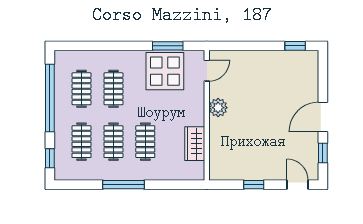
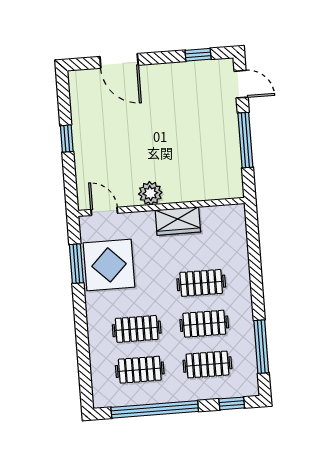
window: (295, 46) -> (67, 139), moved
door: (323, 117) -> (119, 61), moved
wardrobe: (195, 144) -> (178, 221), moved
window: (123, 185) -> (261, 347), moved
window: (254, 185) -> (245, 140), width x2.17
door: (297, 185) -> (241, 84), swing flipped

